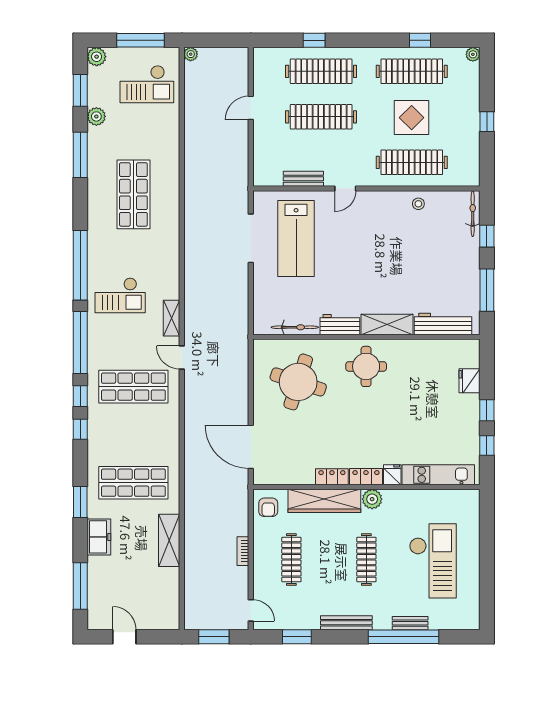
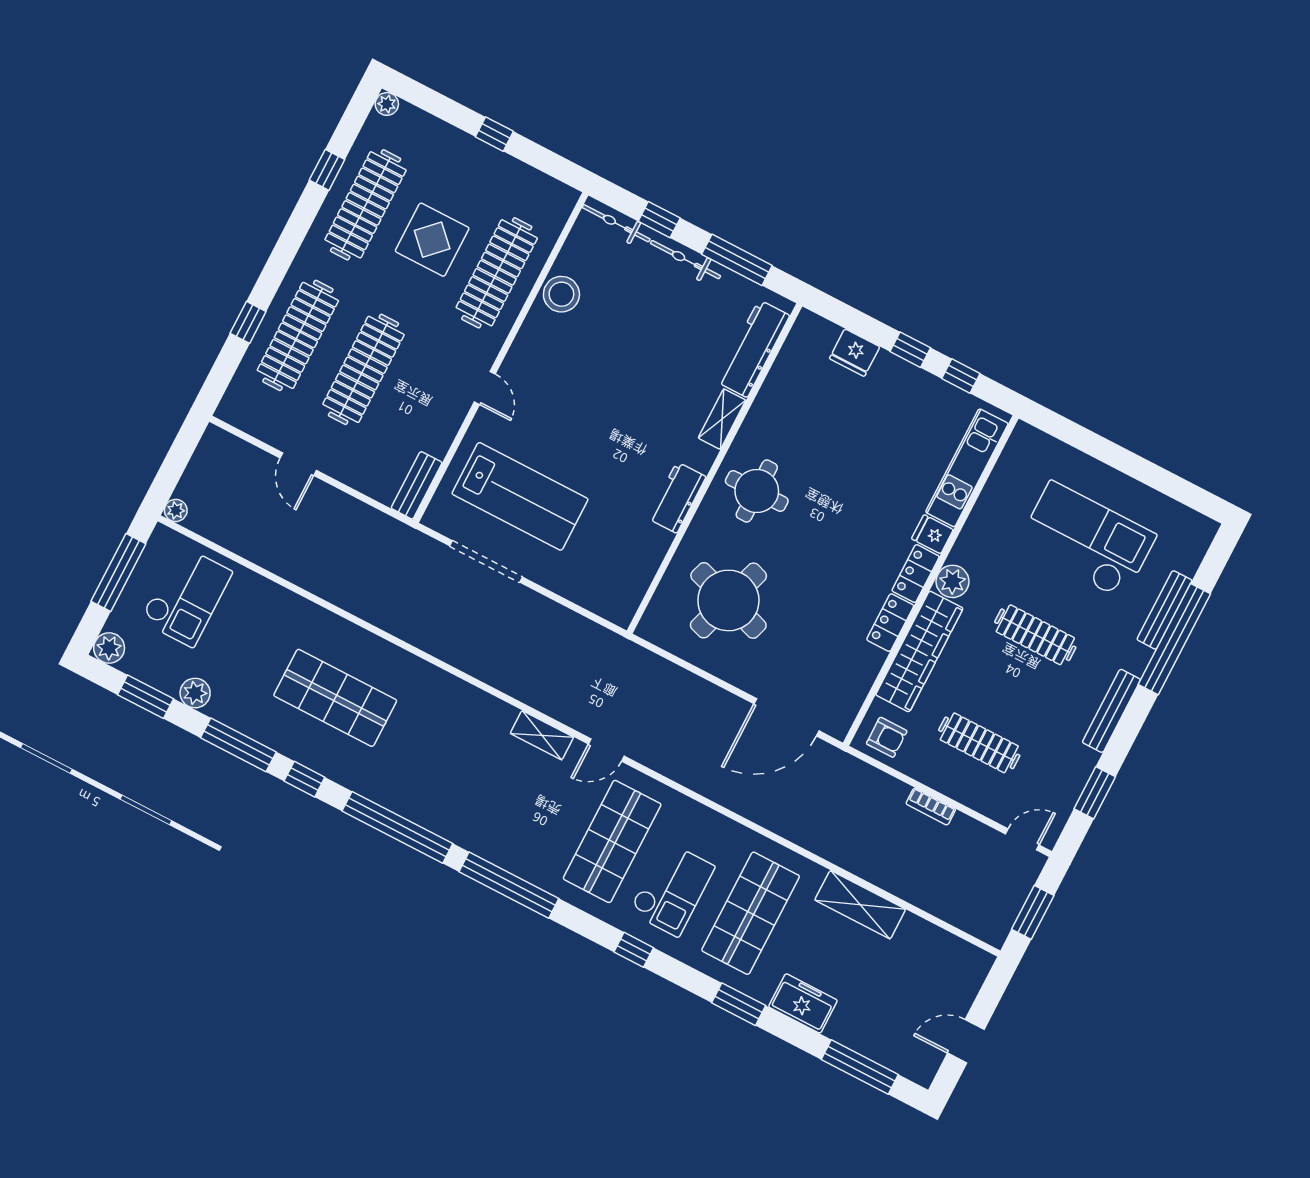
bench: (303, 179) -> (417, 485), moved
stool: (418, 204) -> (561, 294), width x1.89, depth x1.89
checkout: (120, 295) -> (672, 889), moved
shelving: (387, 324) -> (722, 419), width x0.67, depth x0.75
bicycle: (295, 327) -> (686, 260), moved, turned -90
window: (80, 396) -> (304, 779), moved
bench: (410, 623) -> (1164, 610), width x1.36

